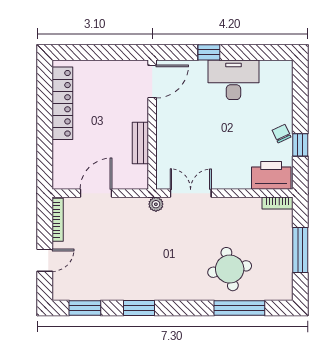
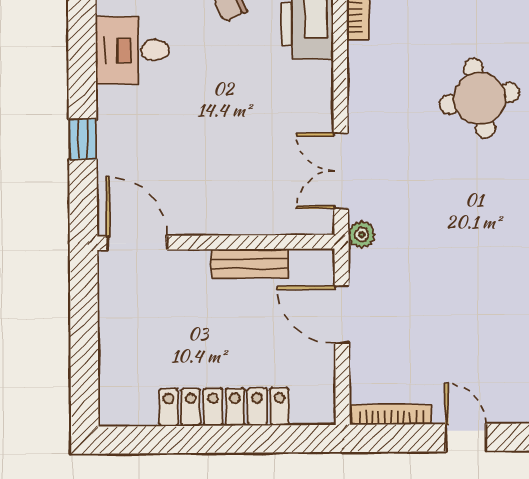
desk: (233, 80) -> (132, 50), moved, width x0.73
locker: (62, 103) -> (224, 407), moved
door: (96, 193) -> (342, 315), moved

